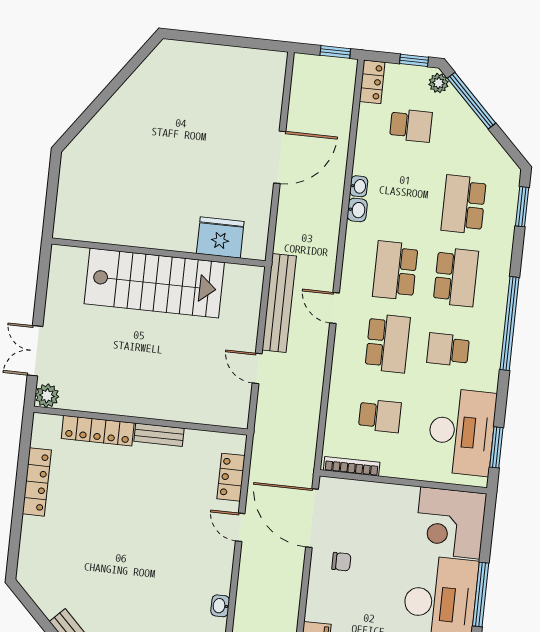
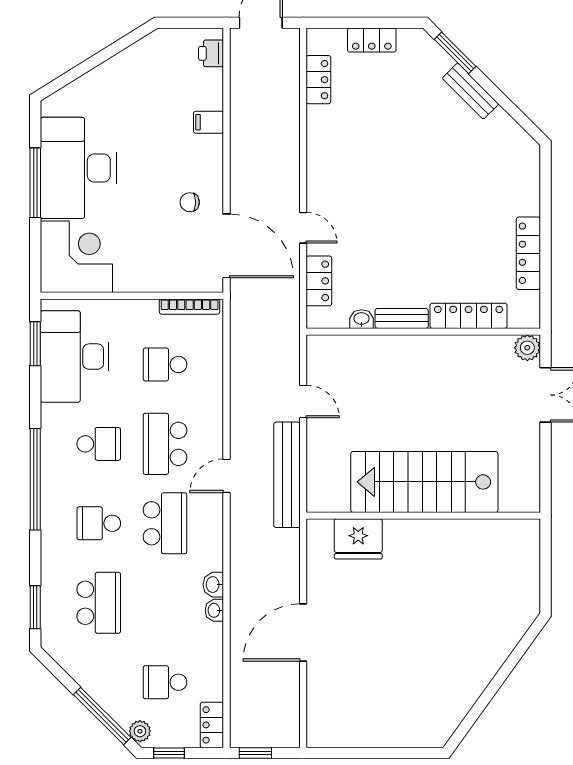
school desk: (456, 277) -> (99, 523), width x0.54
door: (335, 308) -> (226, 476), swing flipped
washbasin: (220, 606) -> (362, 319), moved, turned -90

